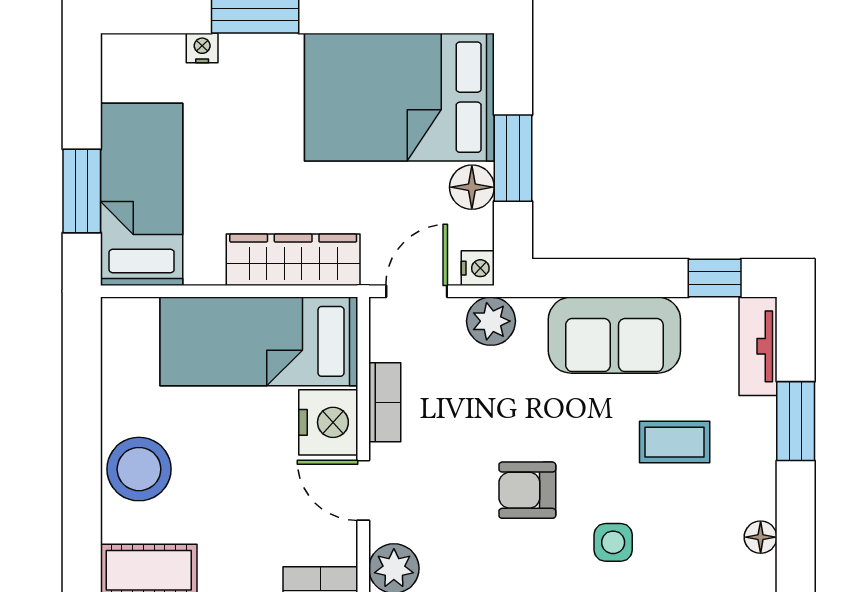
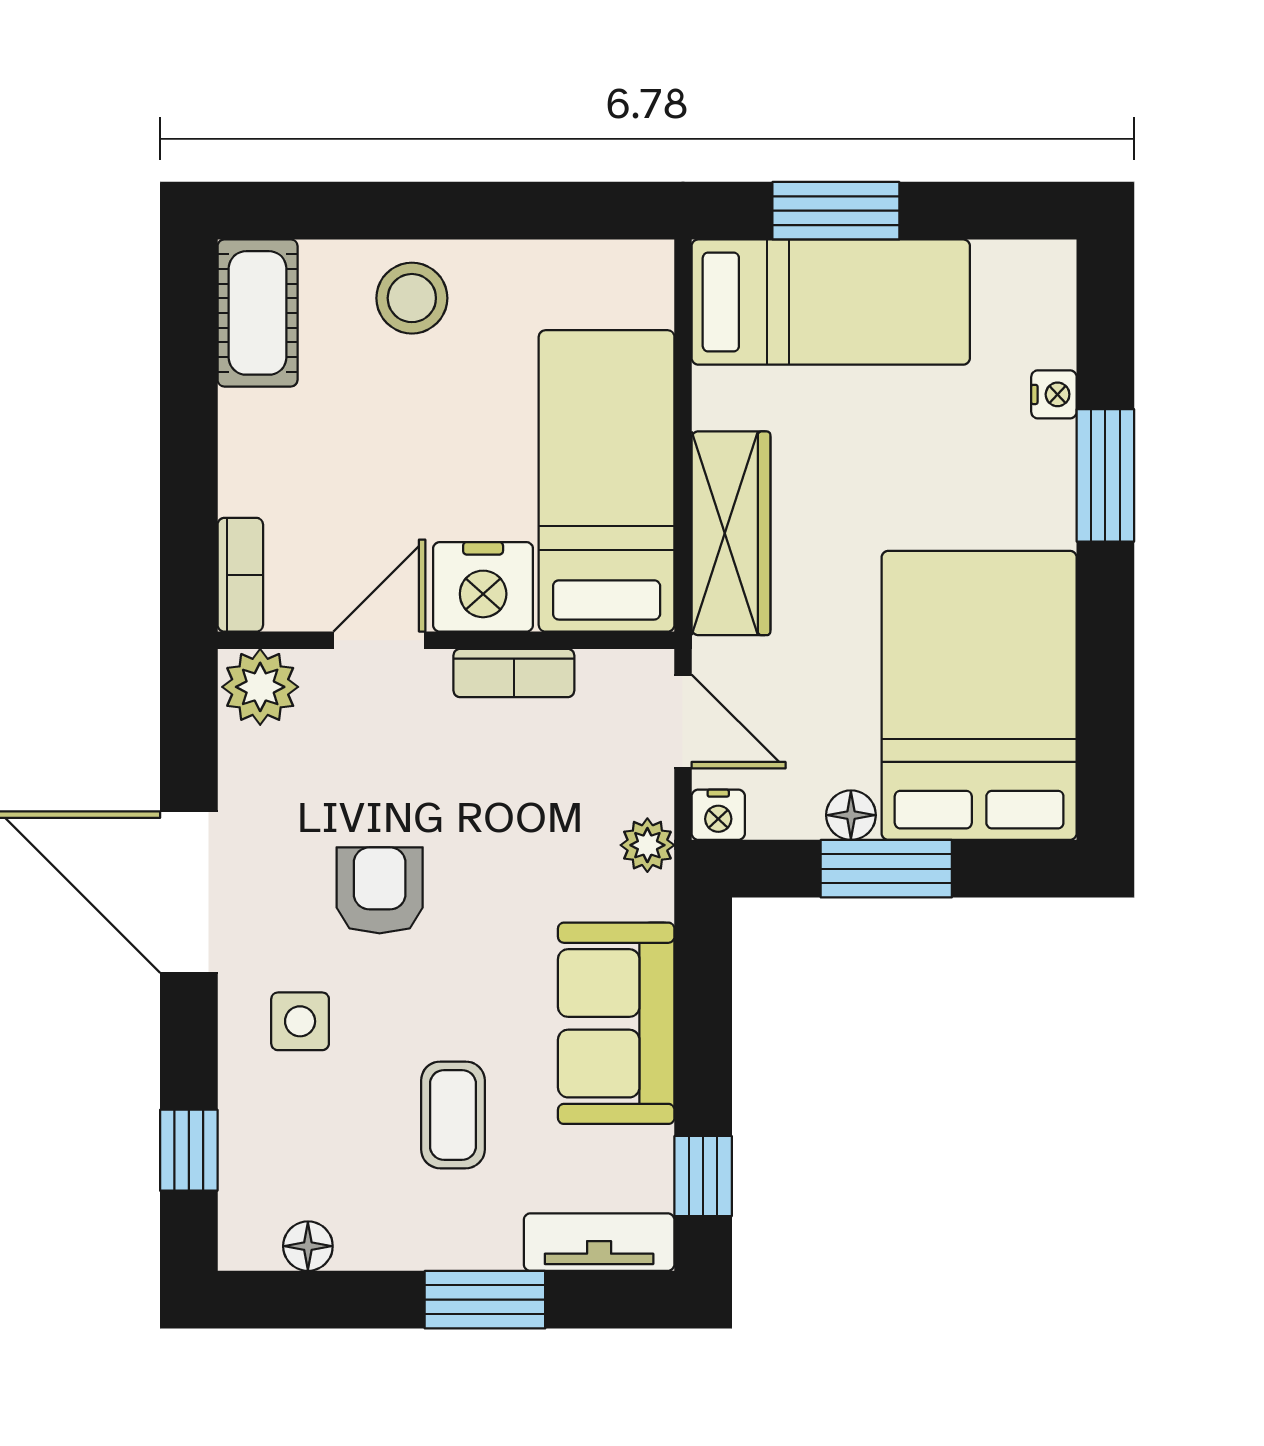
floor lamp: (472, 187) -> (851, 815), width x0.73, depth x0.73
plant: (491, 321) -> (647, 845), width x0.73, depth x0.73
stool: (139, 469) -> (412, 298), width x0.73, depth x0.73

